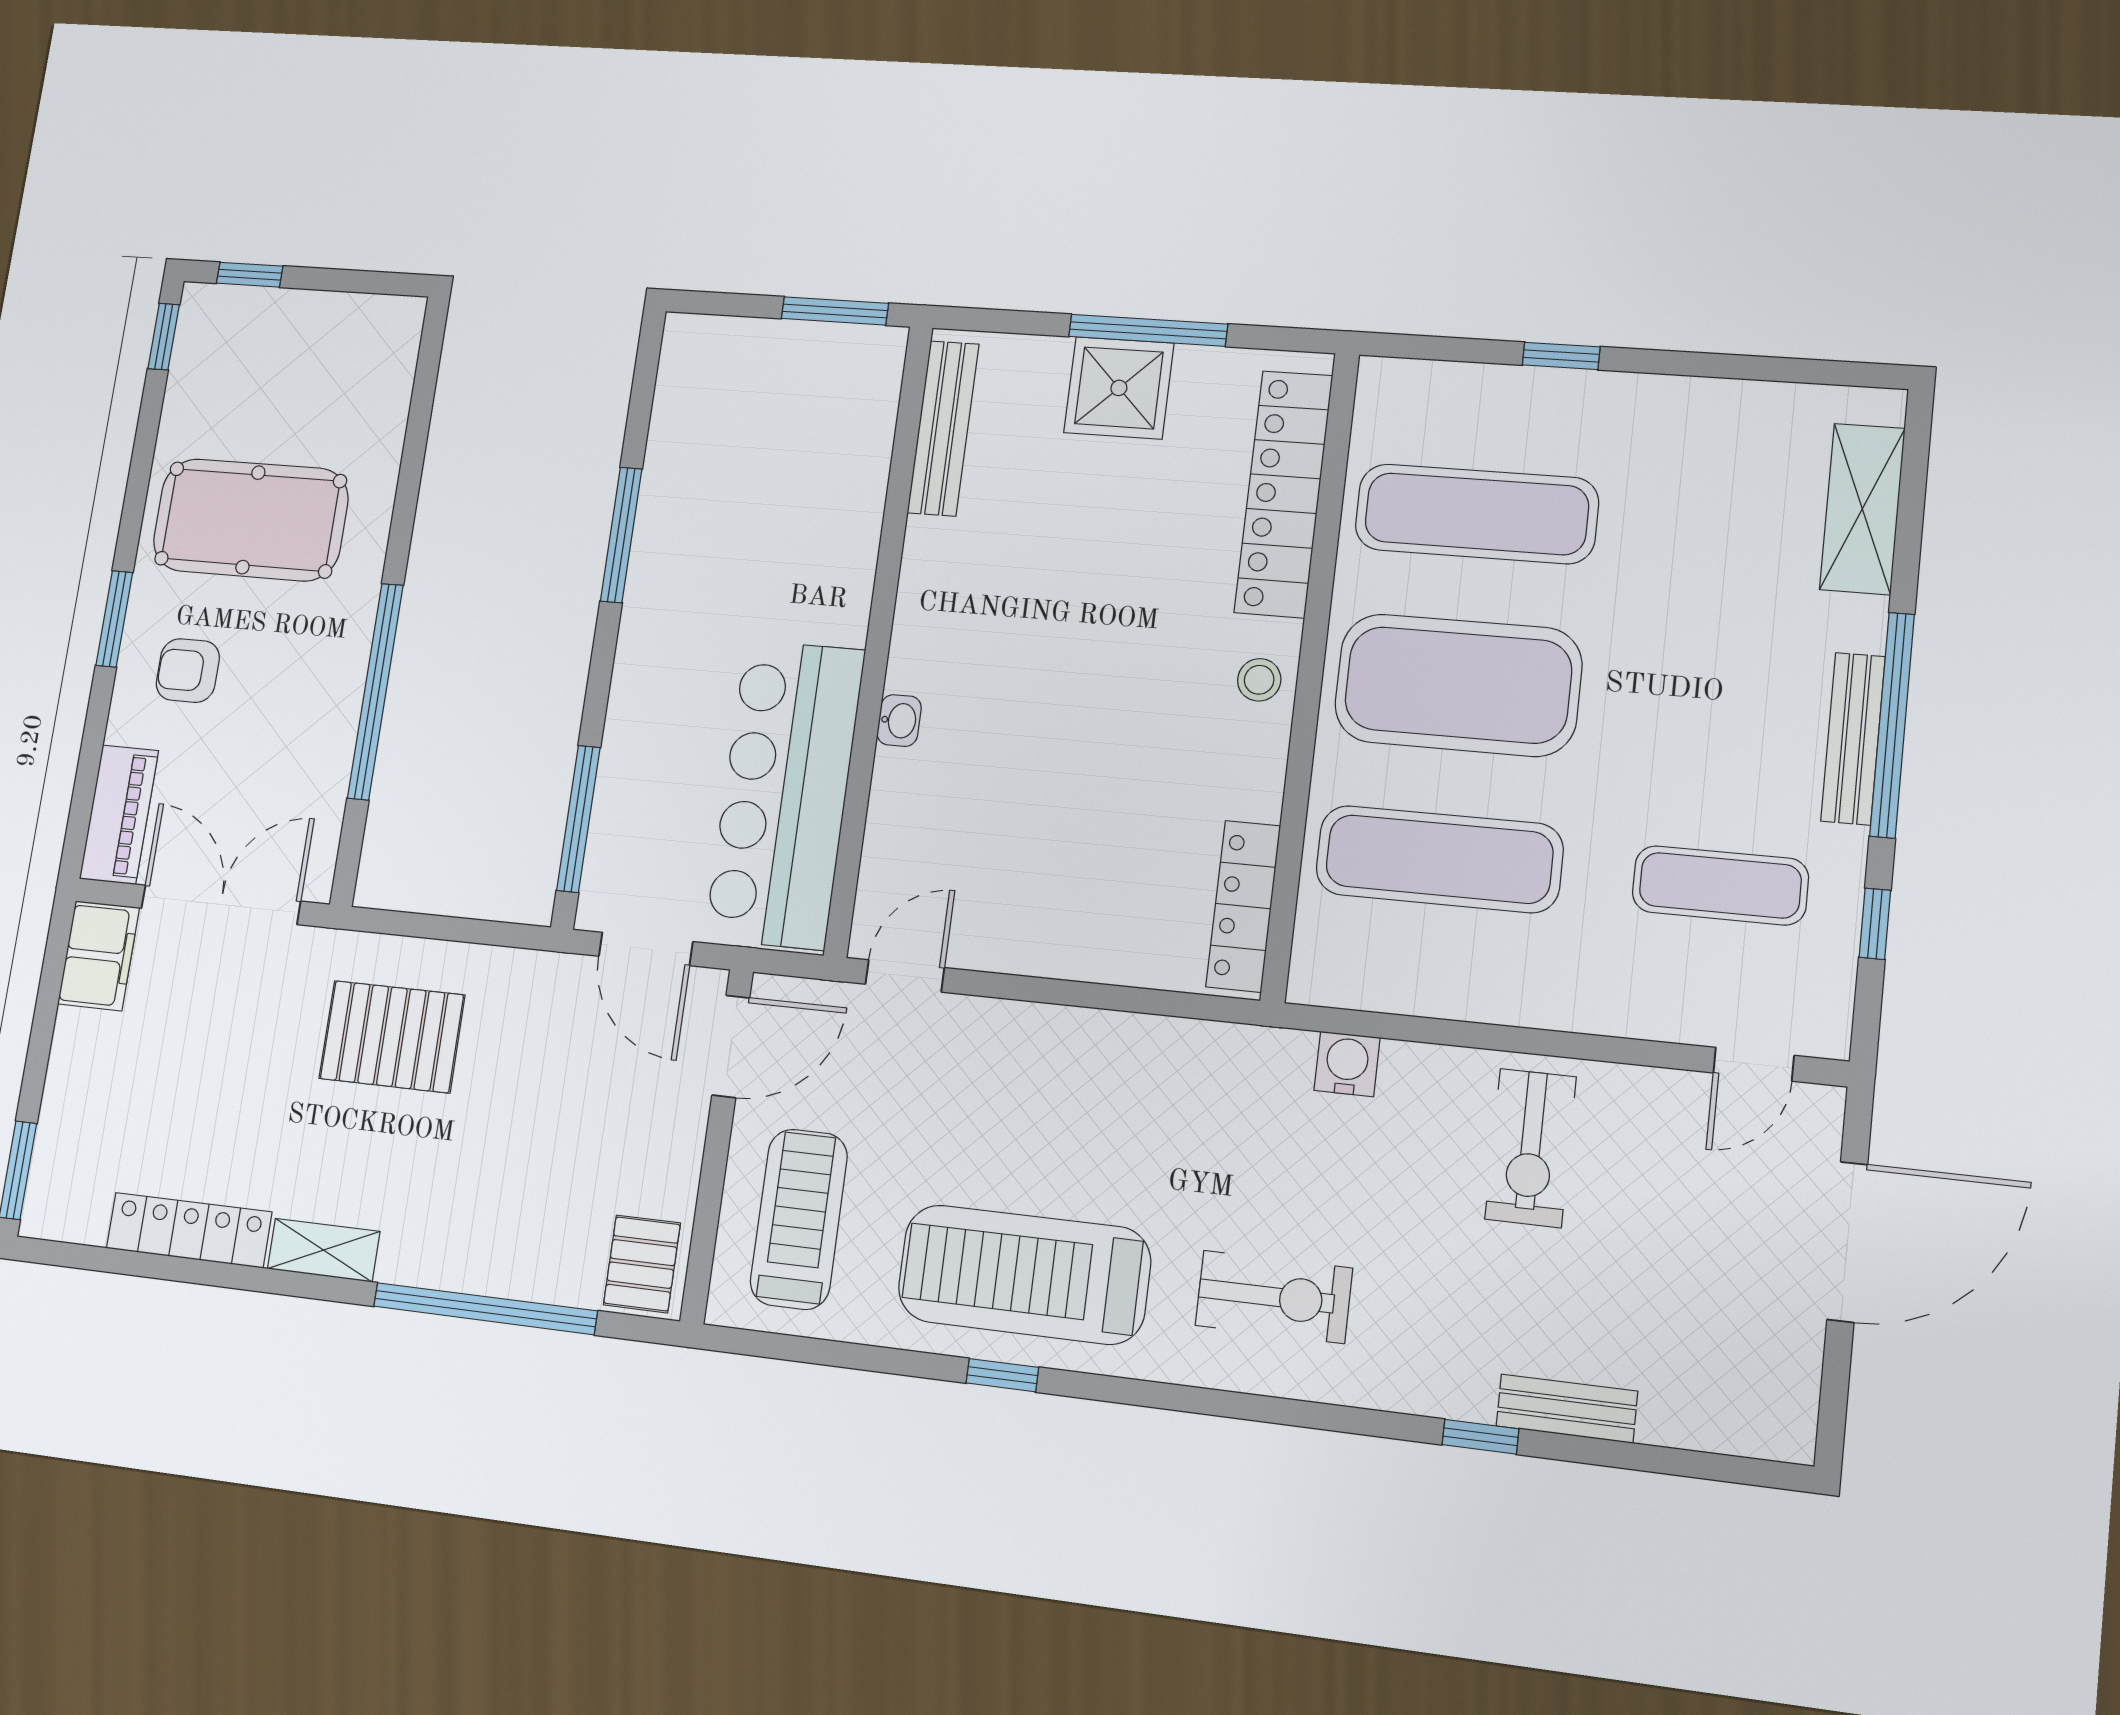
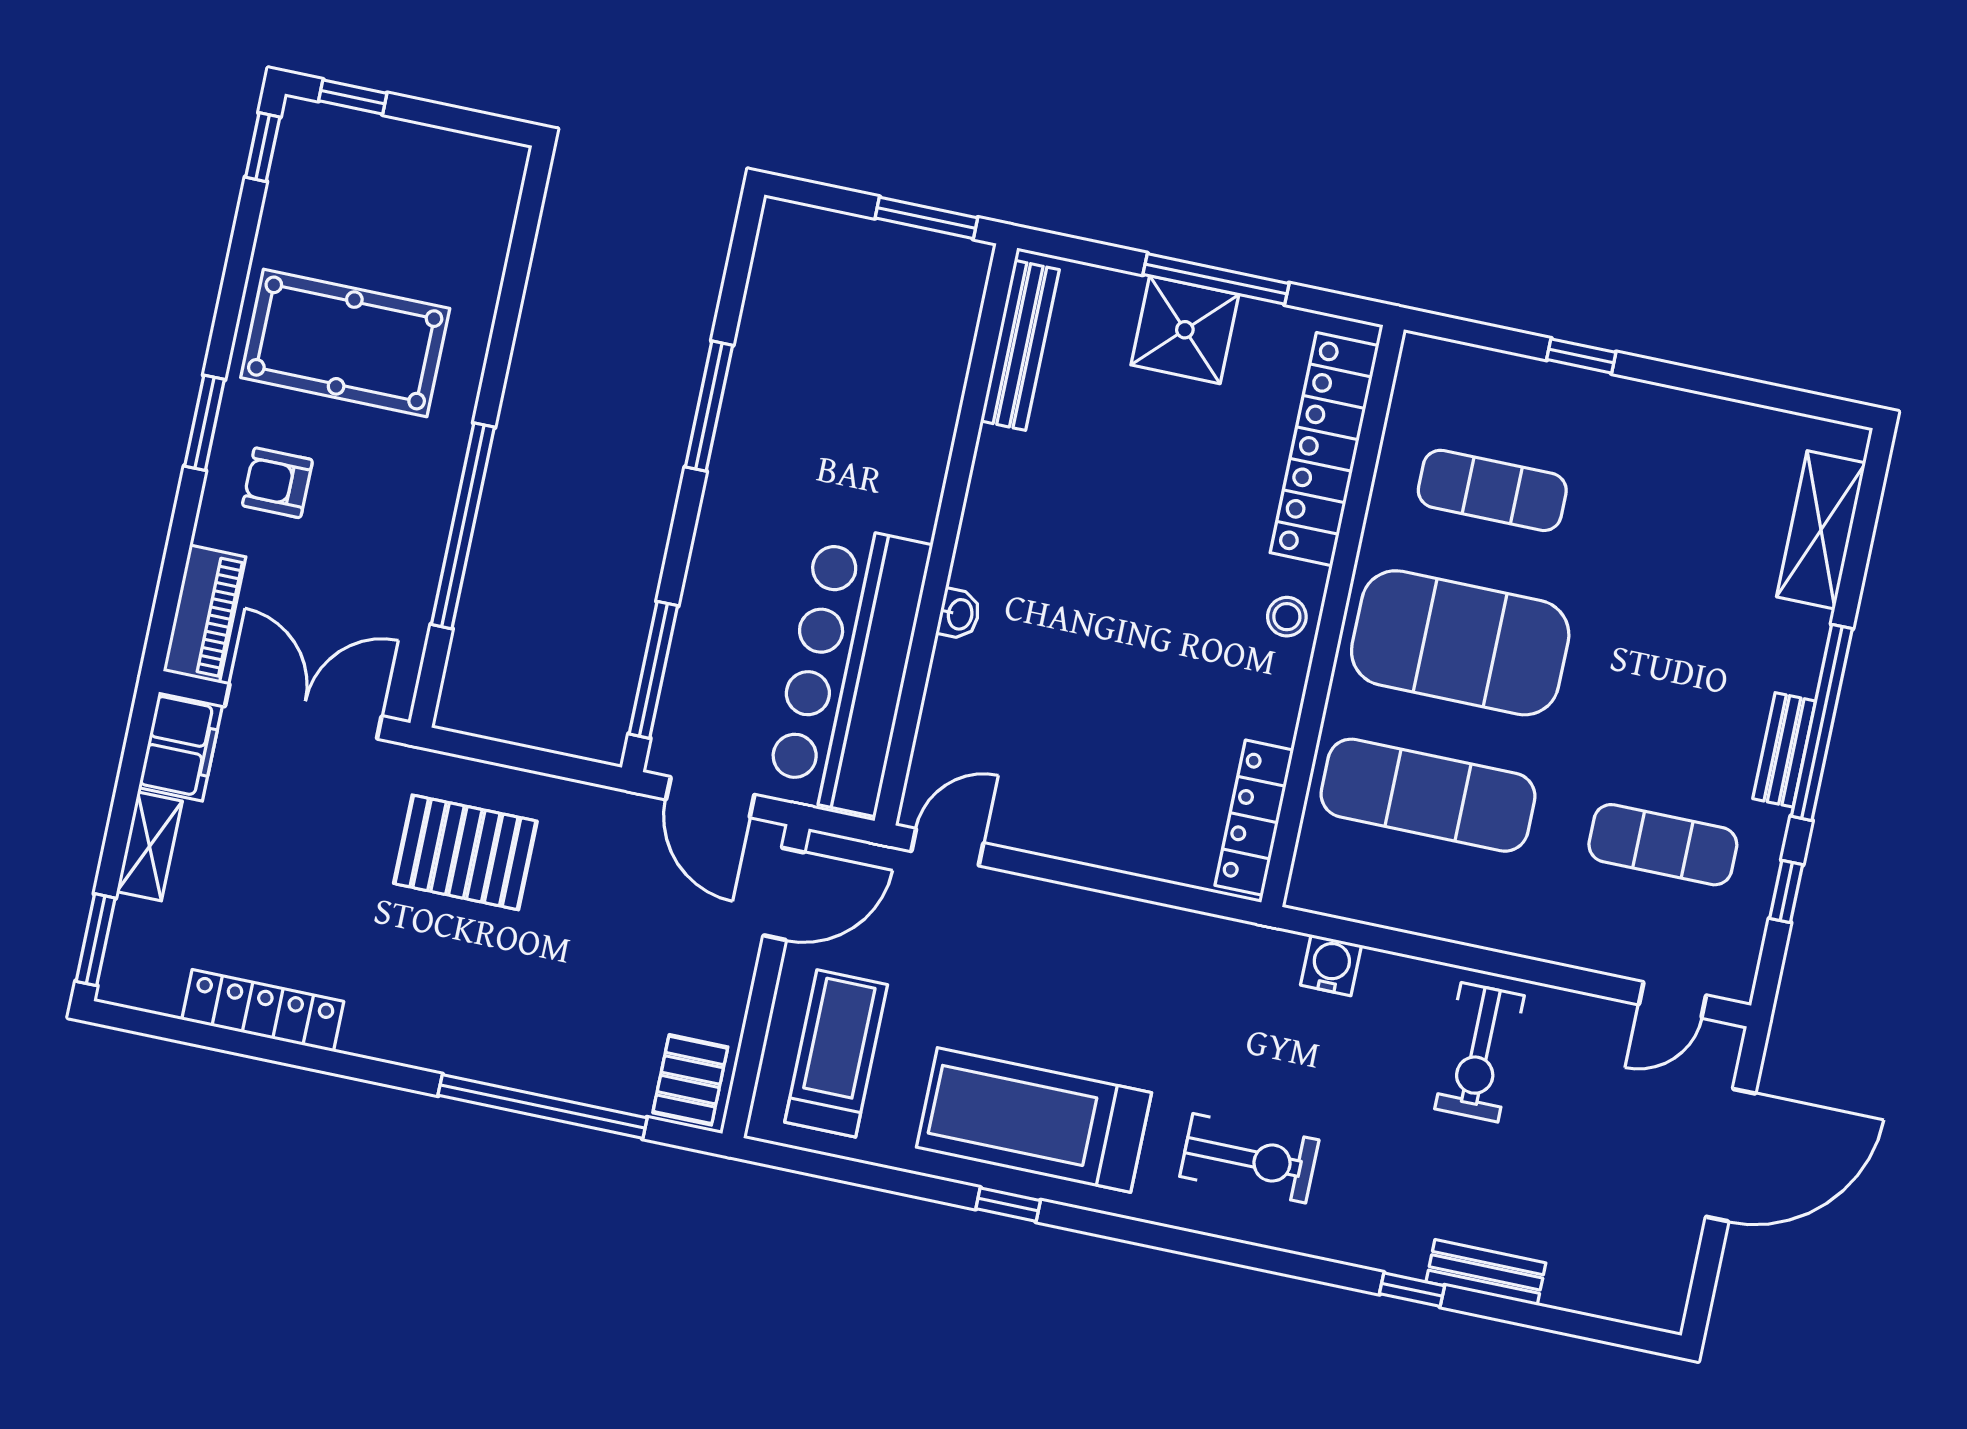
exercise mat: (1476, 514) -> (1492, 490), width x0.73, depth x0.69
bench: (1853, 739) -> (1784, 750), width x0.73
shelving: (324, 1250) -> (150, 846), moved, turned 90

